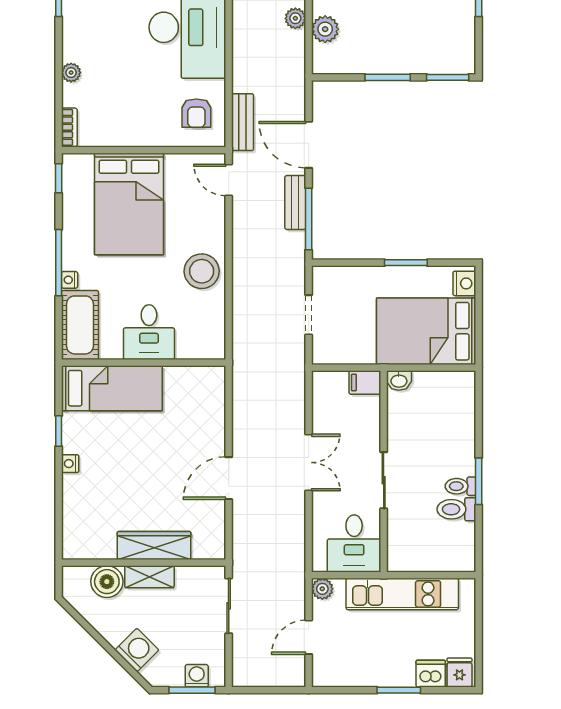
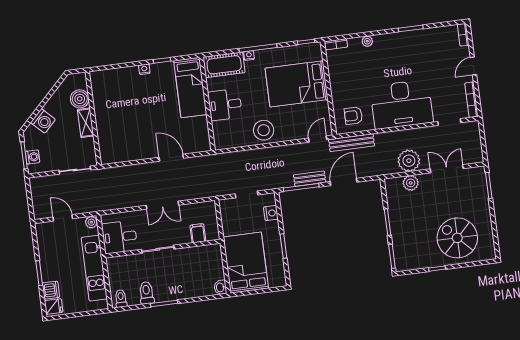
plant: (295, 18) -> (409, 161), width x1.88, depth x1.88
bench: (243, 122) -> (352, 143), width x1.36
nightstand: (464, 283) -> (271, 213), moved, turned -90
washbasin: (399, 381) -> (220, 287), moved
filing cabinet: (365, 382) -> (198, 233), moved
door: (229, 478) -> (171, 158), moved
toilet: (461, 486) -> (121, 298), moved
wardrobe: (154, 546) -> (104, 123), removed

